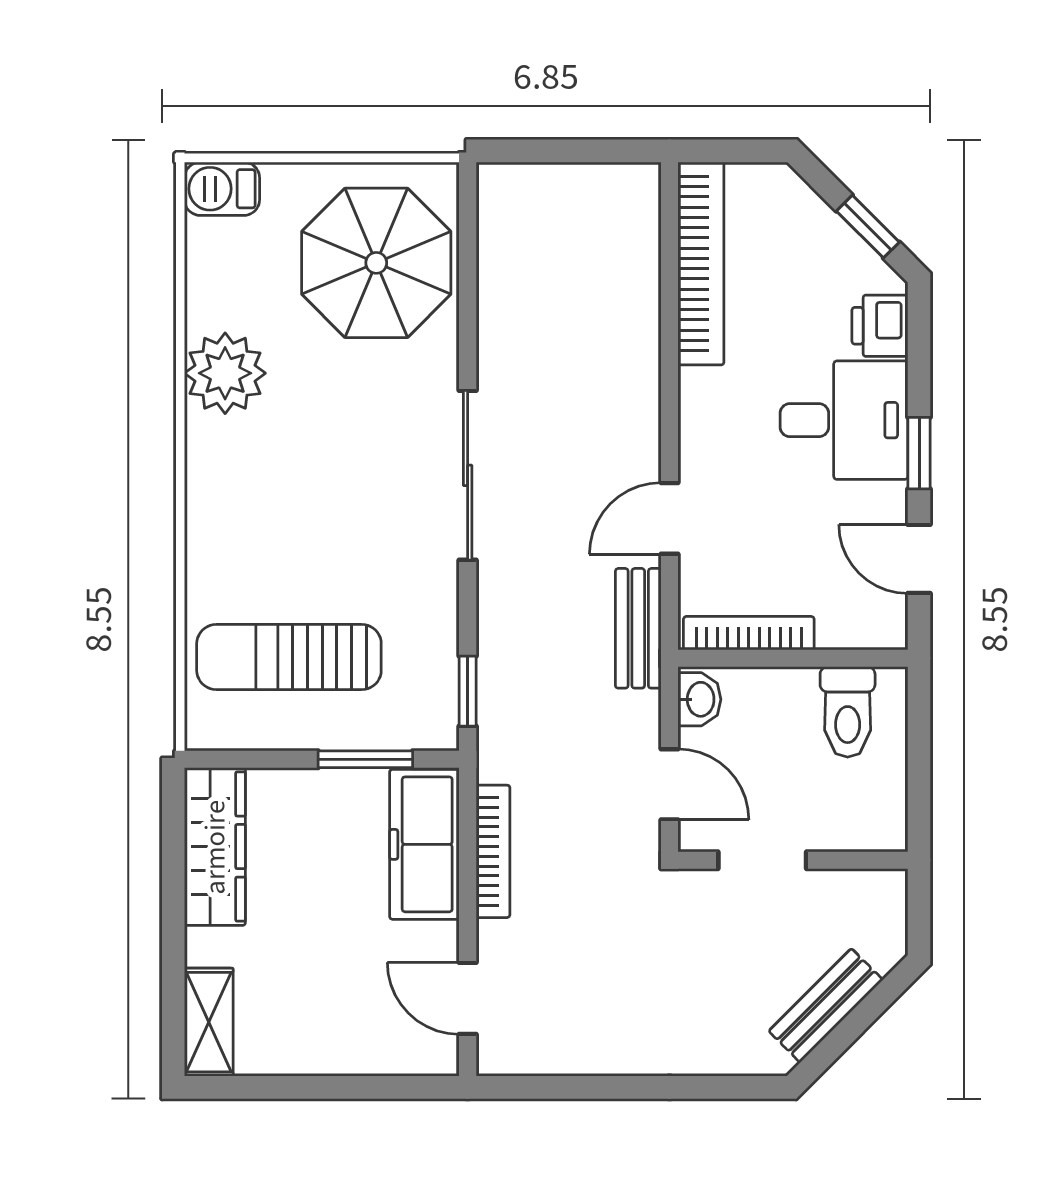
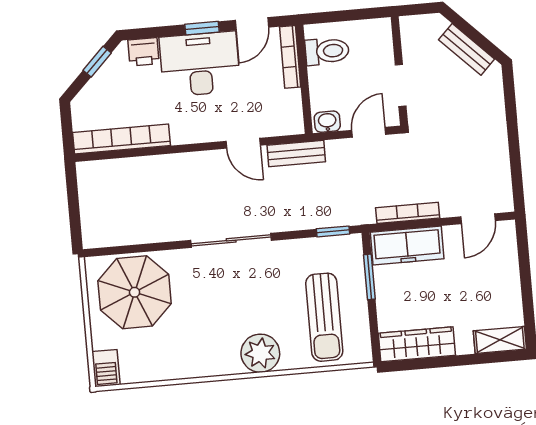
plant: (225, 373) -> (260, 353), moved
desk: (844, 420) -> (200, 64), width x1.37
bookcase: (749, 633) -> (290, 57), moved

